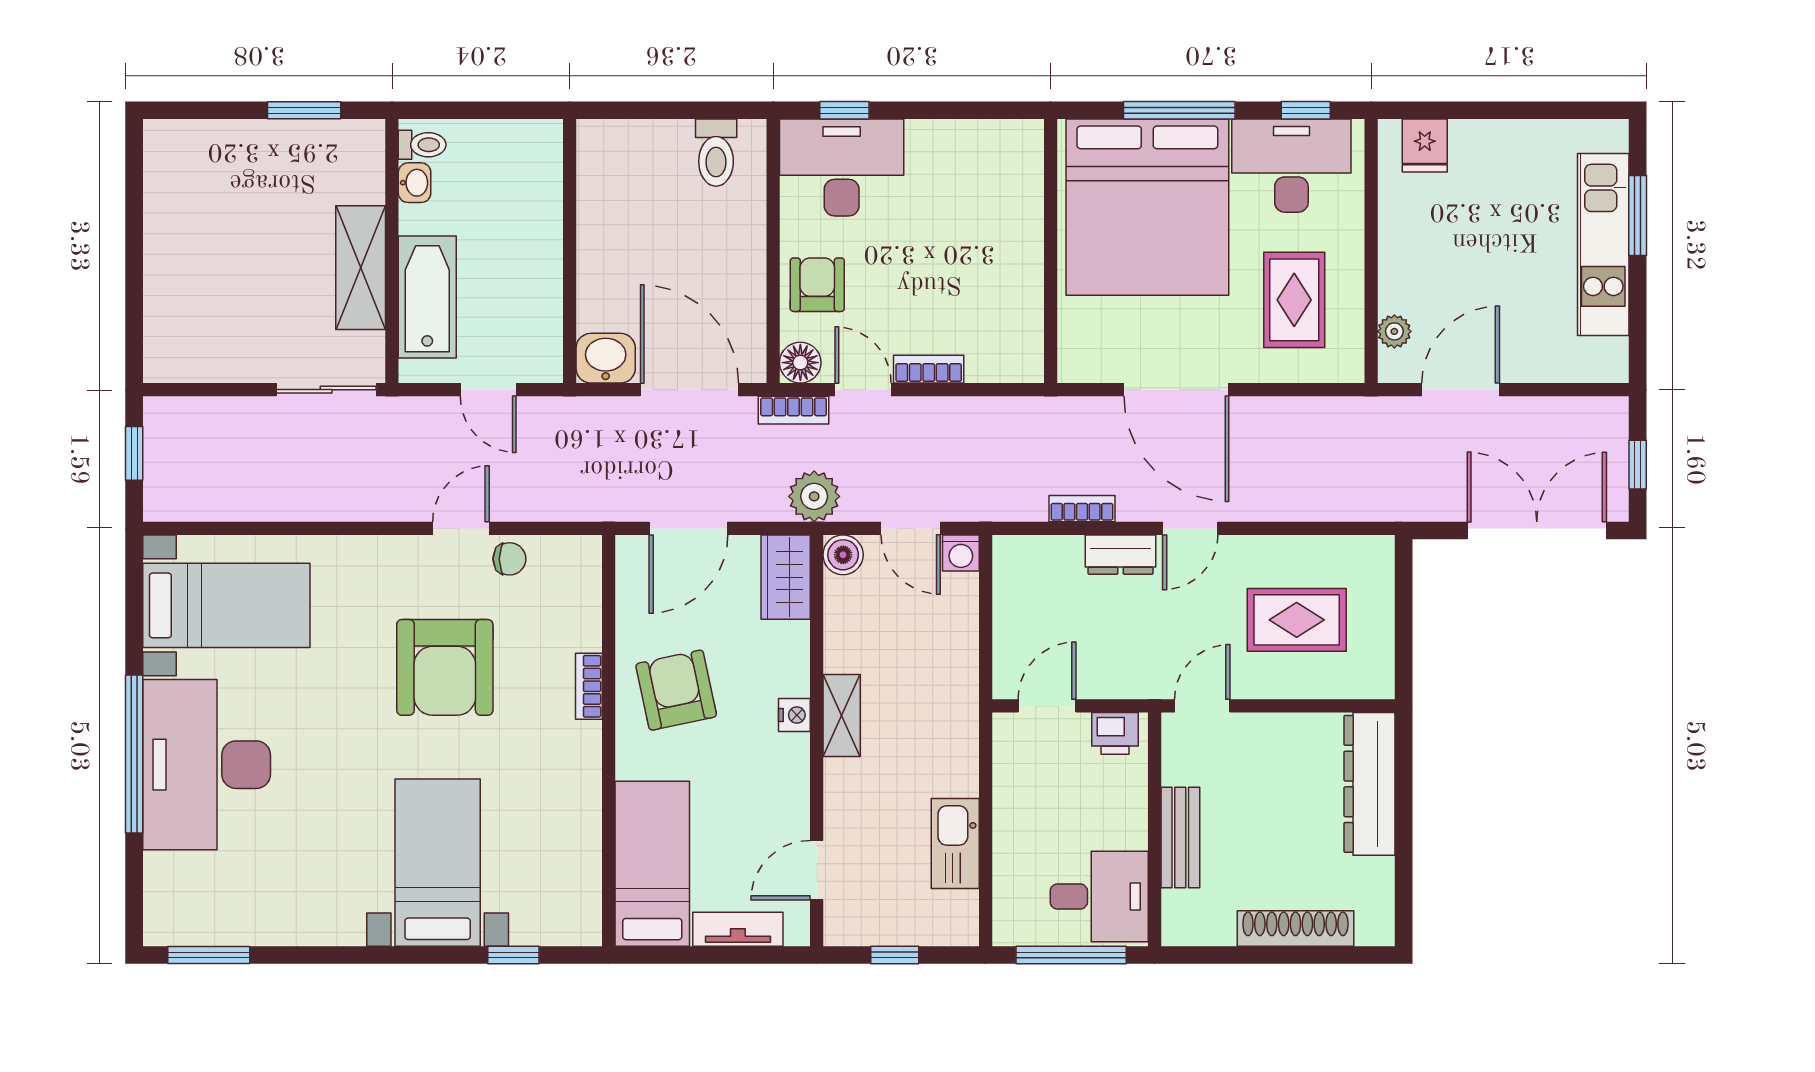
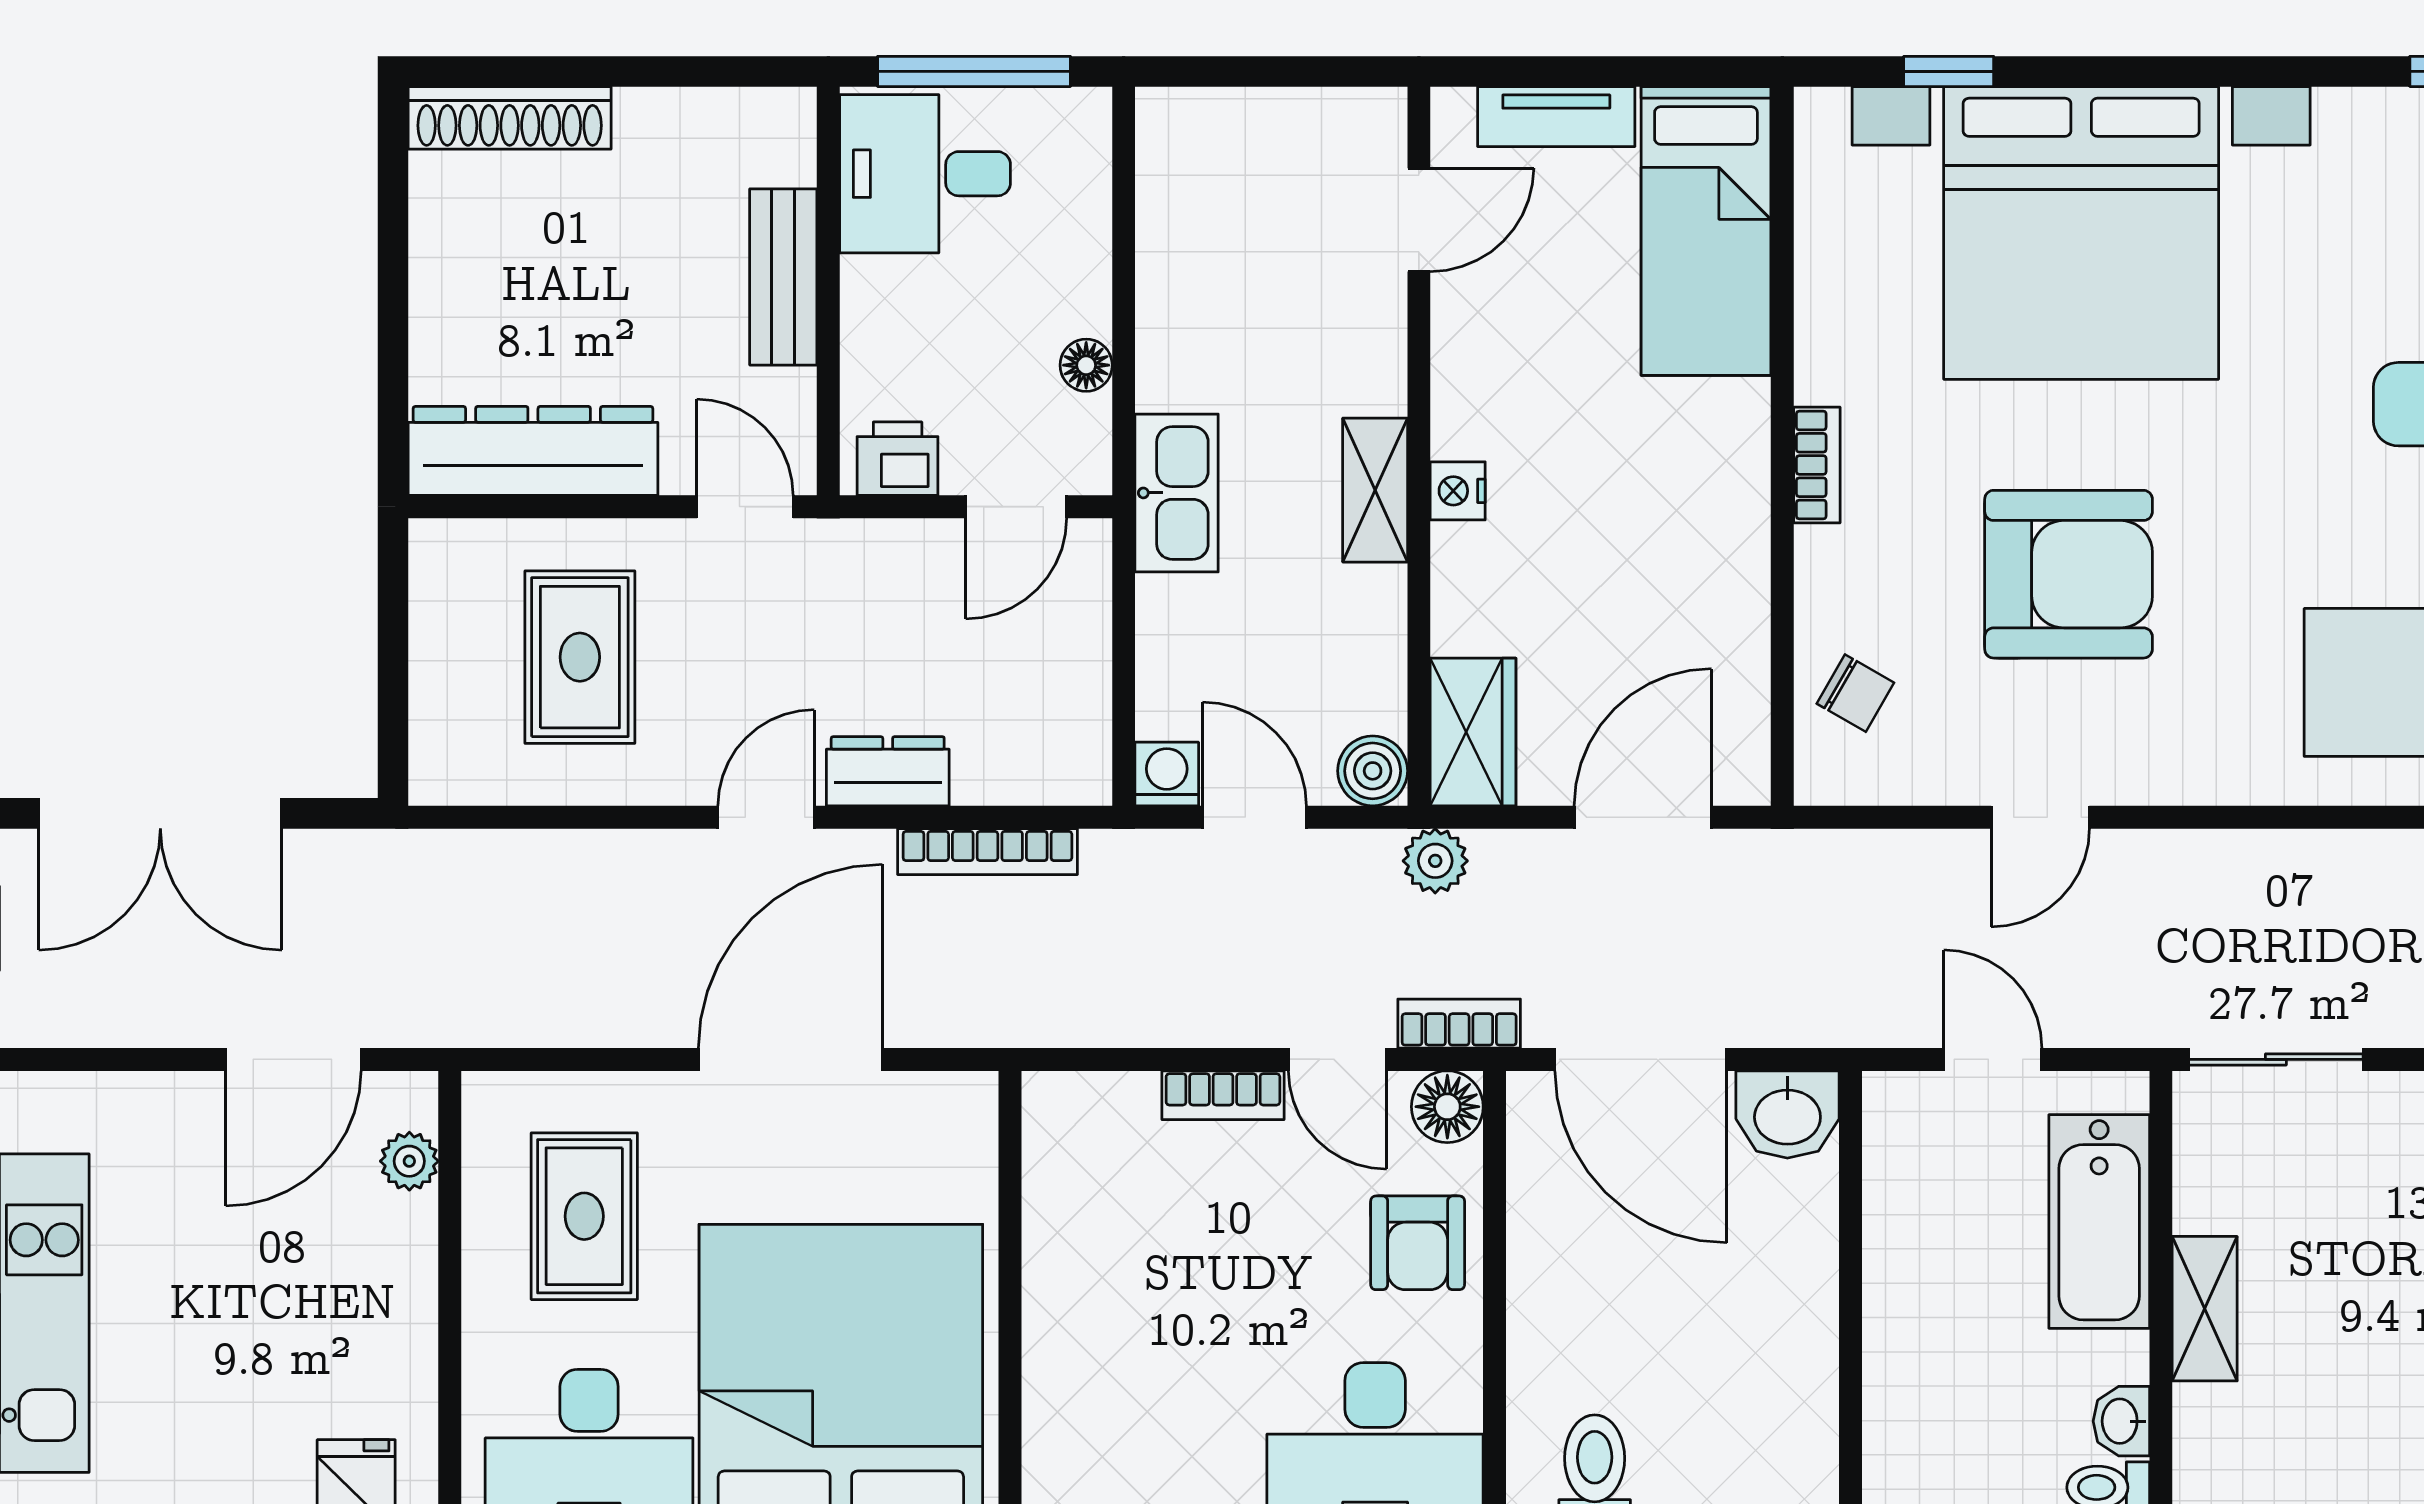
shelving: (361, 268) -> (2205, 1309), width x0.67, depth x0.75
door: (1176, 390) -> (790, 1059), hinge flipped
plant: (814, 496) -> (1435, 861), width x0.73, depth x0.73
bookcase: (1082, 509) -> (987, 852), width x1.56
chair: (509, 559) -> (1855, 693), moved, turned -150
rug: (1297, 620) -> (580, 657), turned 90
armchair: (445, 667) -> (2069, 574), turned 90
bookcase: (589, 686) -> (1817, 465), moved
armchair: (676, 690) -> (1664, 534), removed
door: (1202, 706) -> (745, 507), swing flipped
dresser: (1370, 784) -> (533, 451), moved, turned -90
floor lamp: (1007, 787) -> (1086, 365), added
kitchen sink: (955, 844) -> (1177, 493), moved
bed with nightstands: (438, 863) -> (2081, 233), width x1.85
shoe rack: (1295, 928) -> (510, 118), moved
window: (895, 955) -> (1282, 71), removed

